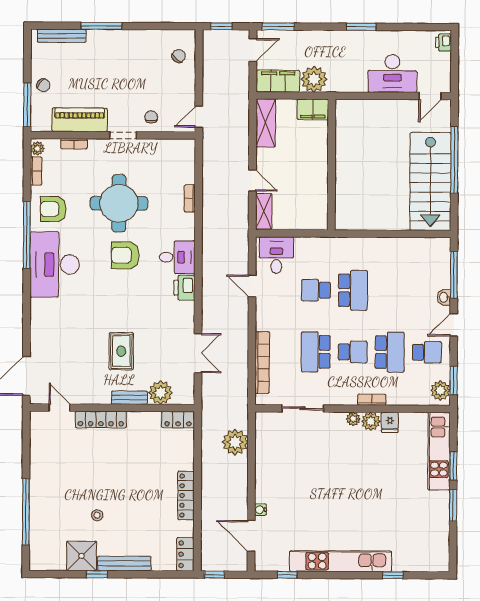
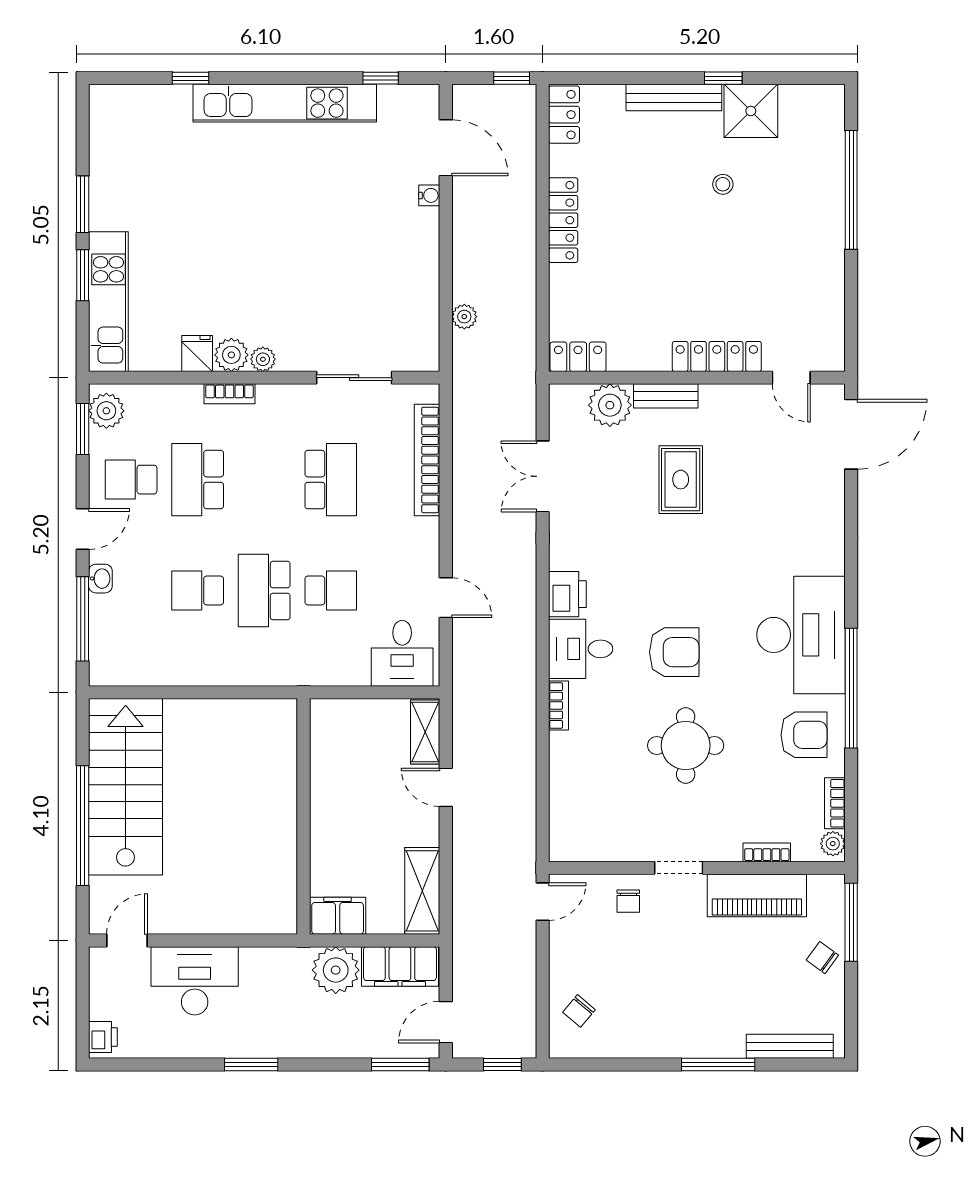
bookcase: (190, 198) -> (558, 706), moved
round table: (119, 203) -> (686, 745), width x0.73, depth x0.73
school desk: (353, 352) -> (198, 590), moved
plant: (235, 442) -> (464, 317), width x0.53, depth x0.53

